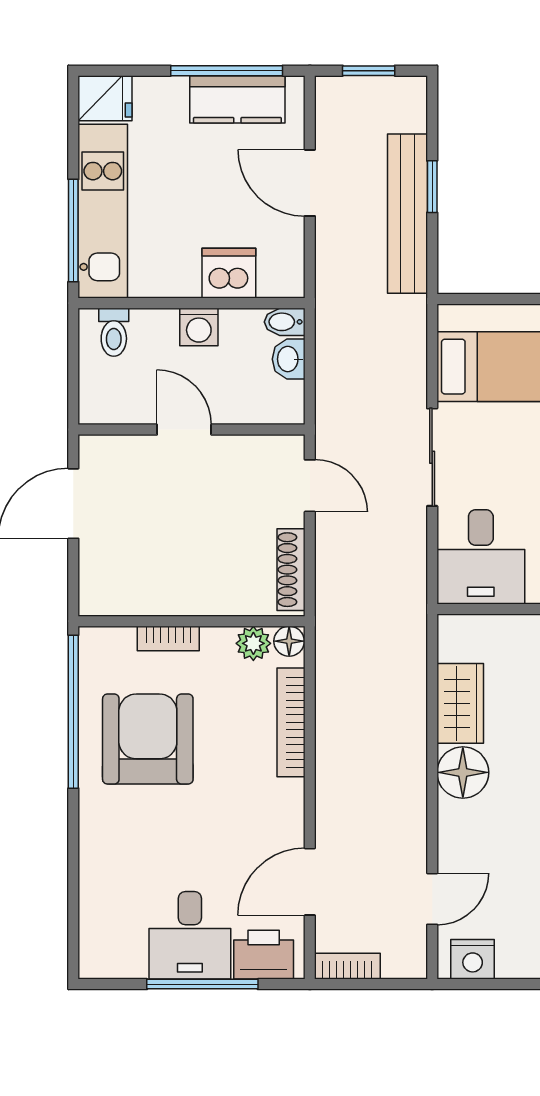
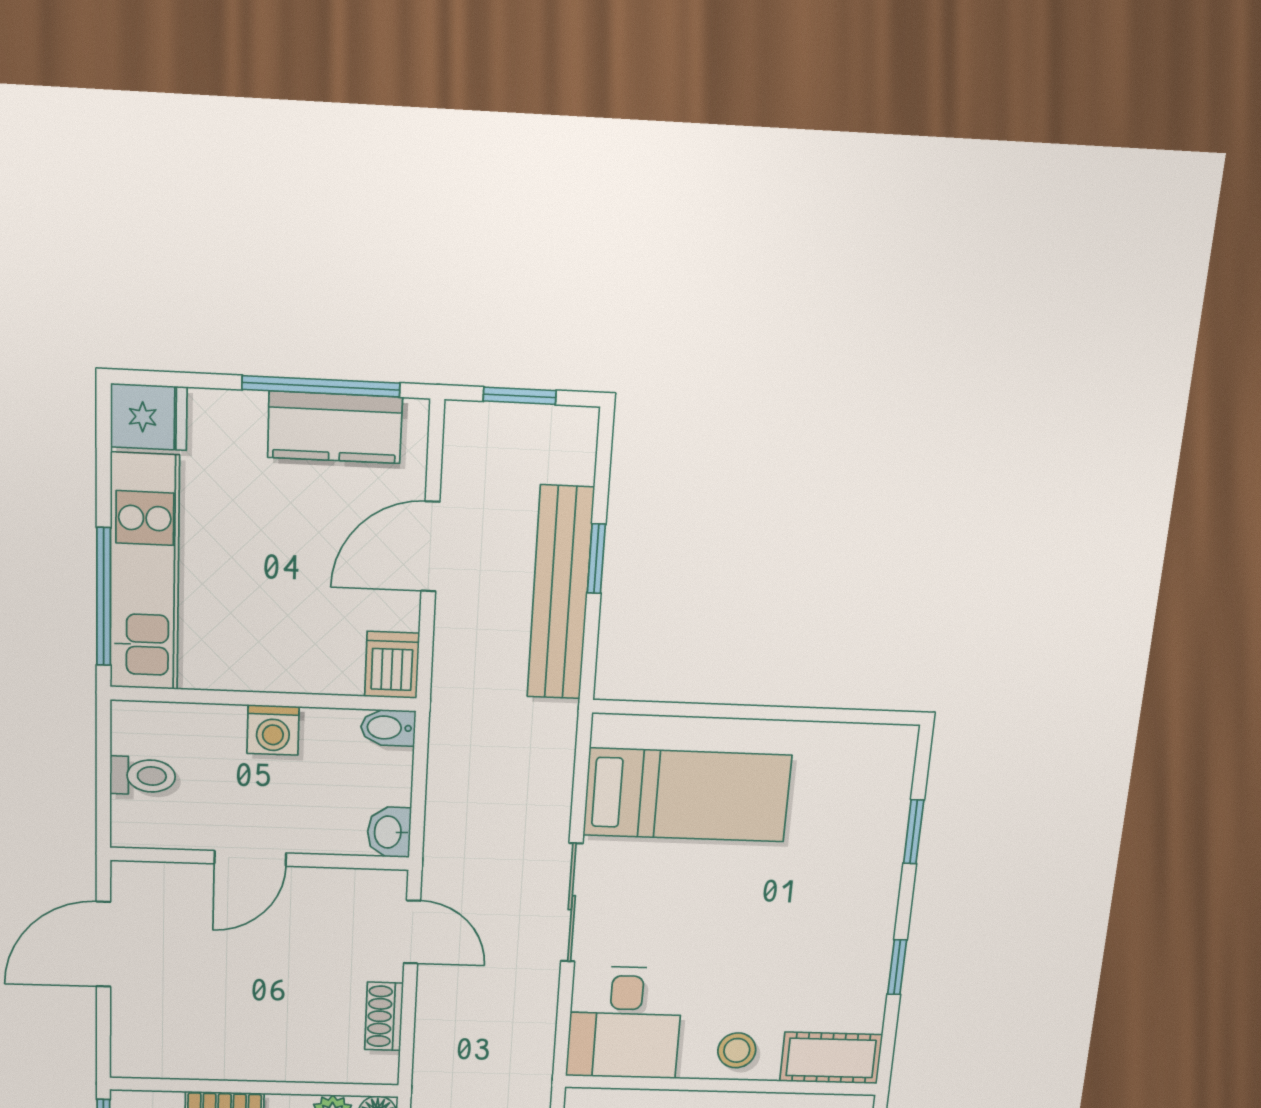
door: (310, 183) -> (430, 547), hinge flipped
dishwasher: (229, 273) -> (392, 665), moved, width x0.73
toilet: (114, 332) -> (143, 776), moved, turned -90
washbasin: (289, 359) -> (389, 832), moved
door: (184, 430) -> (250, 858), swing flipped
shoe rack: (291, 570) -> (384, 1016), width x0.70

